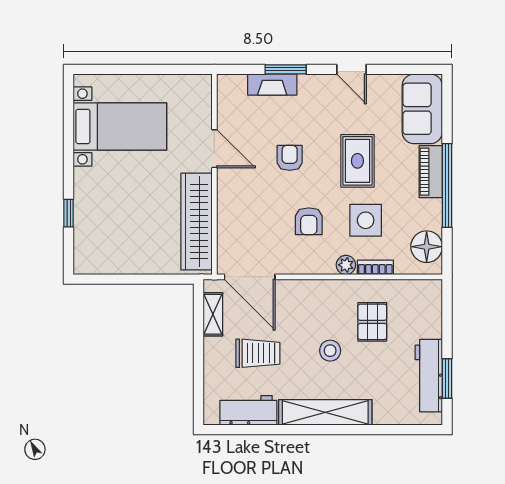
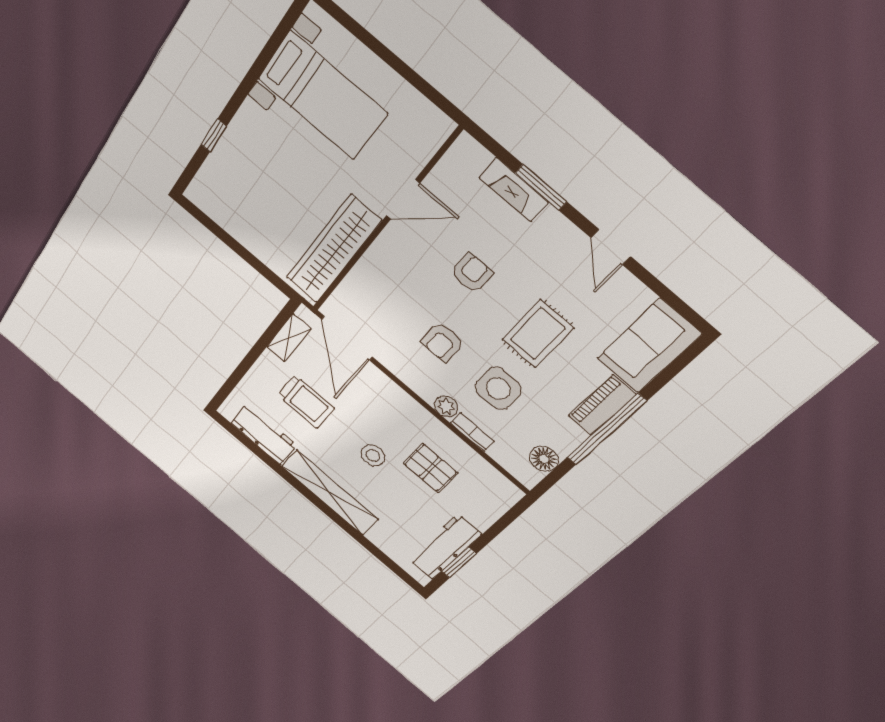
door: (214, 149) -> (403, 200), hinge flipped
floor lamp: (427, 247) -> (544, 459), width x0.73, depth x0.73
pallet: (372, 322) -> (430, 468), turned 90

